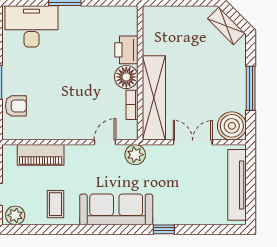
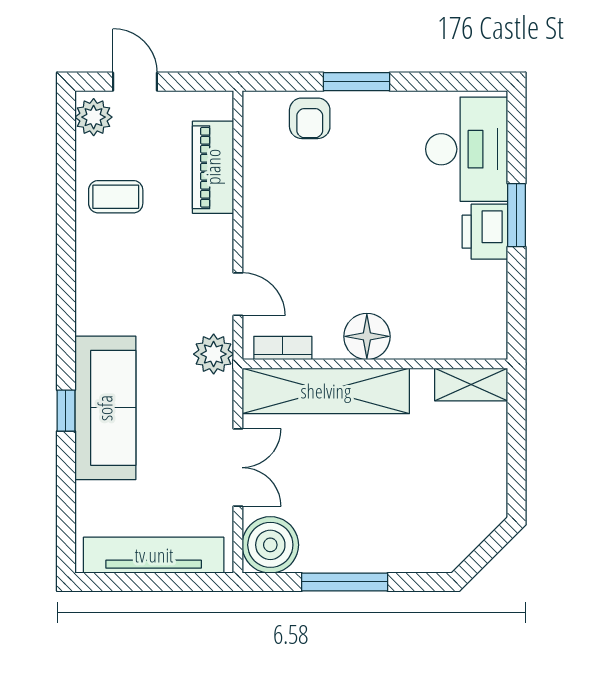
shelving: (226, 26) -> (471, 384), moved, turned 45
printer: (126, 50) -> (485, 232), moved, turned -90
bookcase: (132, 105) -> (283, 348), moved
sofa: (116, 209) -> (105, 408), moved

